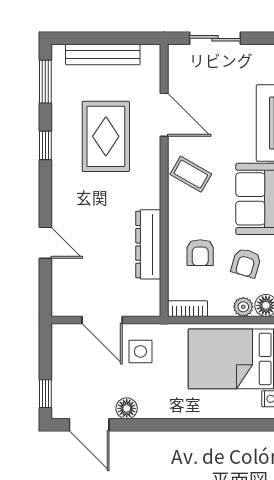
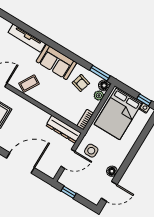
door: (45, 243) -> (21, 163), width x1.87
dresser: (148, 244) -> (64, 129), moved
armchair: (200, 253) -> (65, 100), removed
window: (45, 394) -> (69, 192), moved

